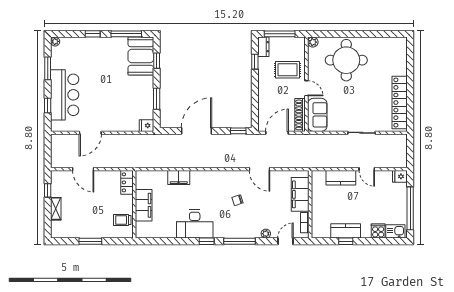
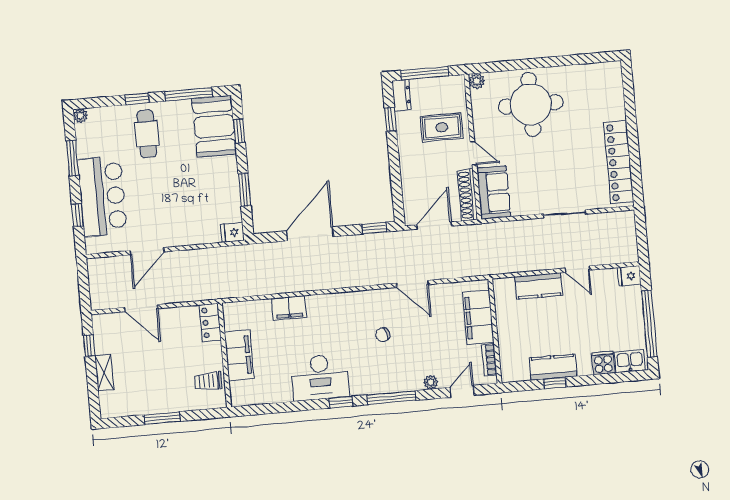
cafe table: (97, 57) -> (147, 134), added

